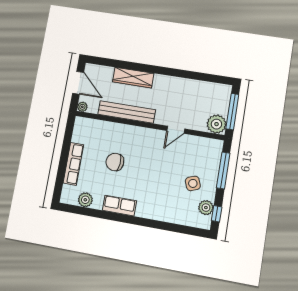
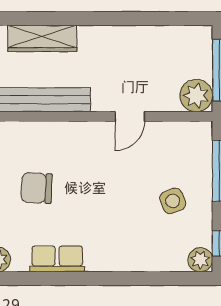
plant: (206, 208) -> (200, 260), moved

